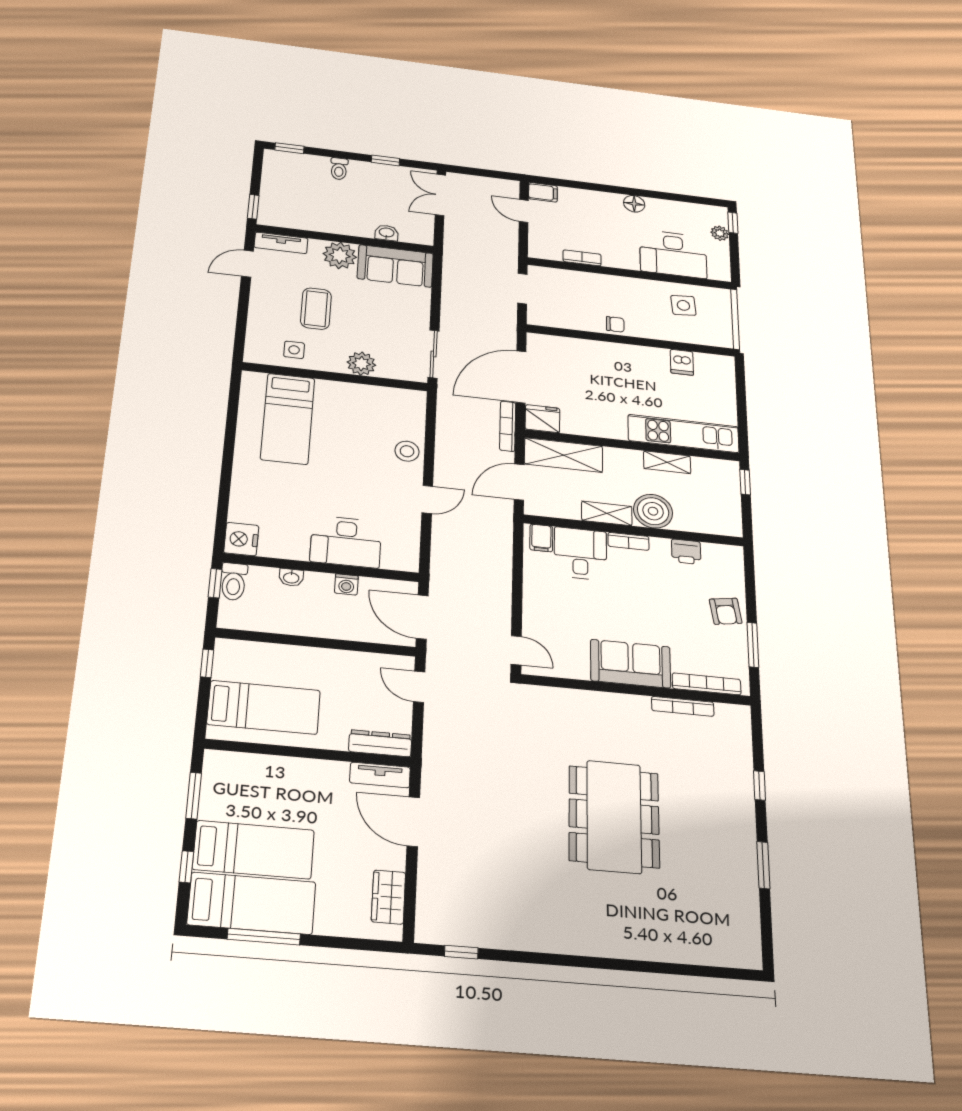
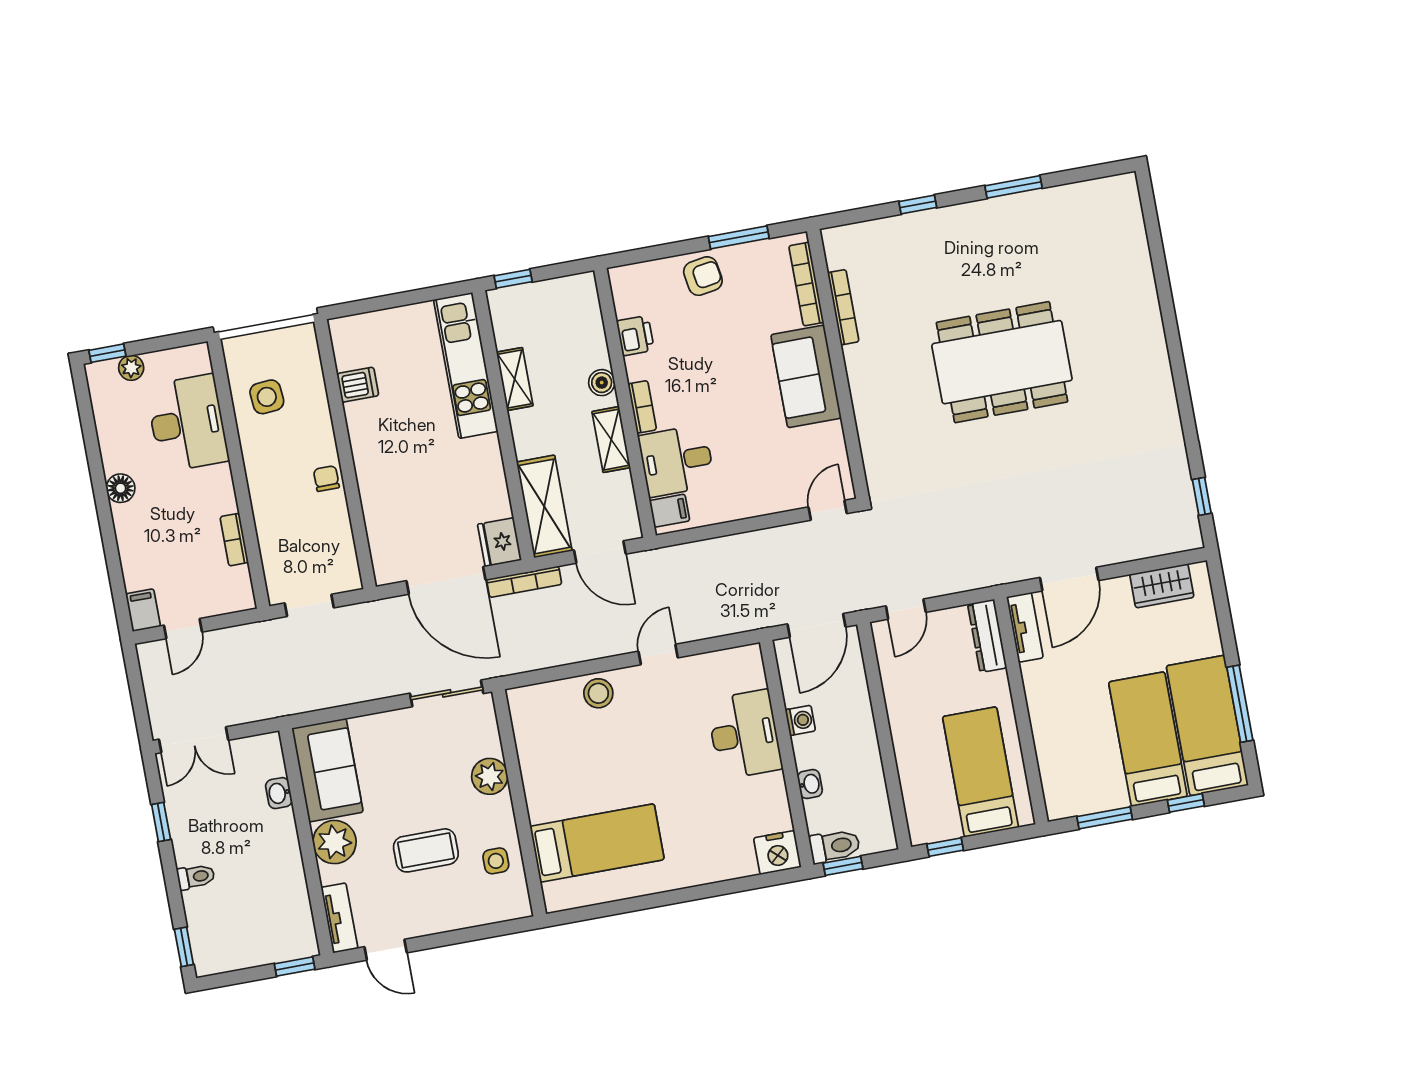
door: (427, 499) -> (658, 655), hinge flipped
boiler: (653, 511) -> (602, 383), width x0.54, depth x0.54

